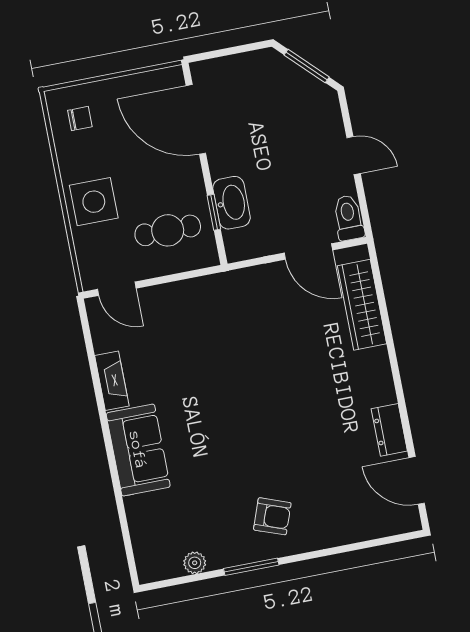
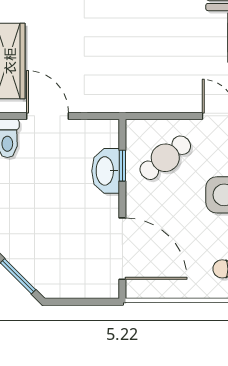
cafe table: (168, 230) -> (165, 158), turned -38

